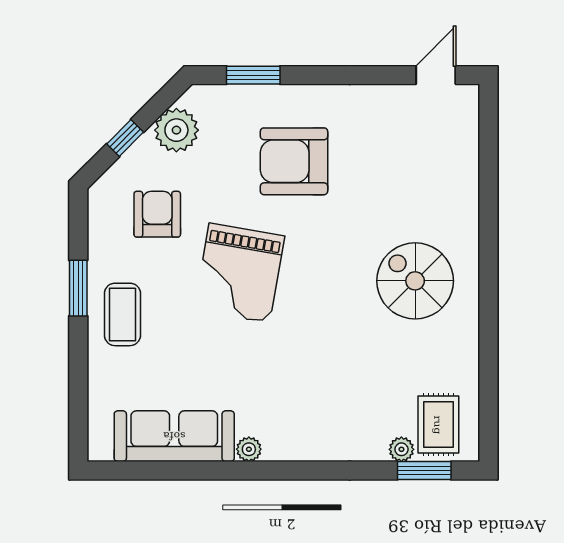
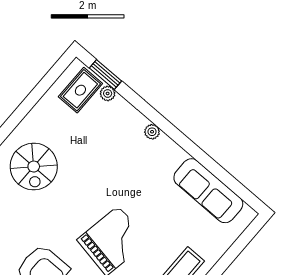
plant: (249, 449) -> (152, 132), moved

